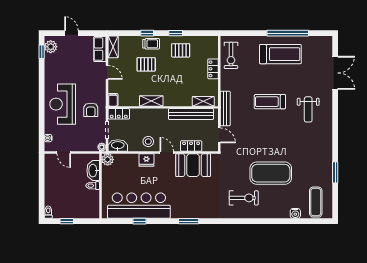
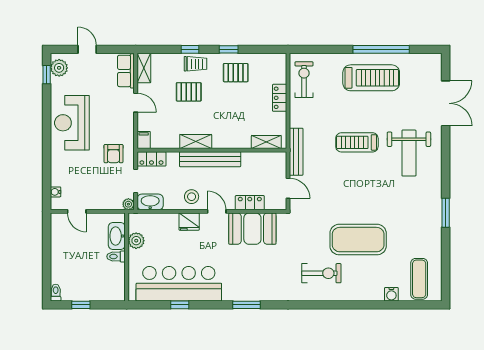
exercise bike: (231, 55) -> (304, 80), turned 180
reception desk: (63, 104) -> (72, 123), moved
weight bench: (308, 109) -> (409, 153), width x1.36, depth x1.33
bench: (191, 114) -> (210, 159), moved
plant: (108, 160) -> (136, 241), moved
window: (335, 172) -> (446, 213), moved

